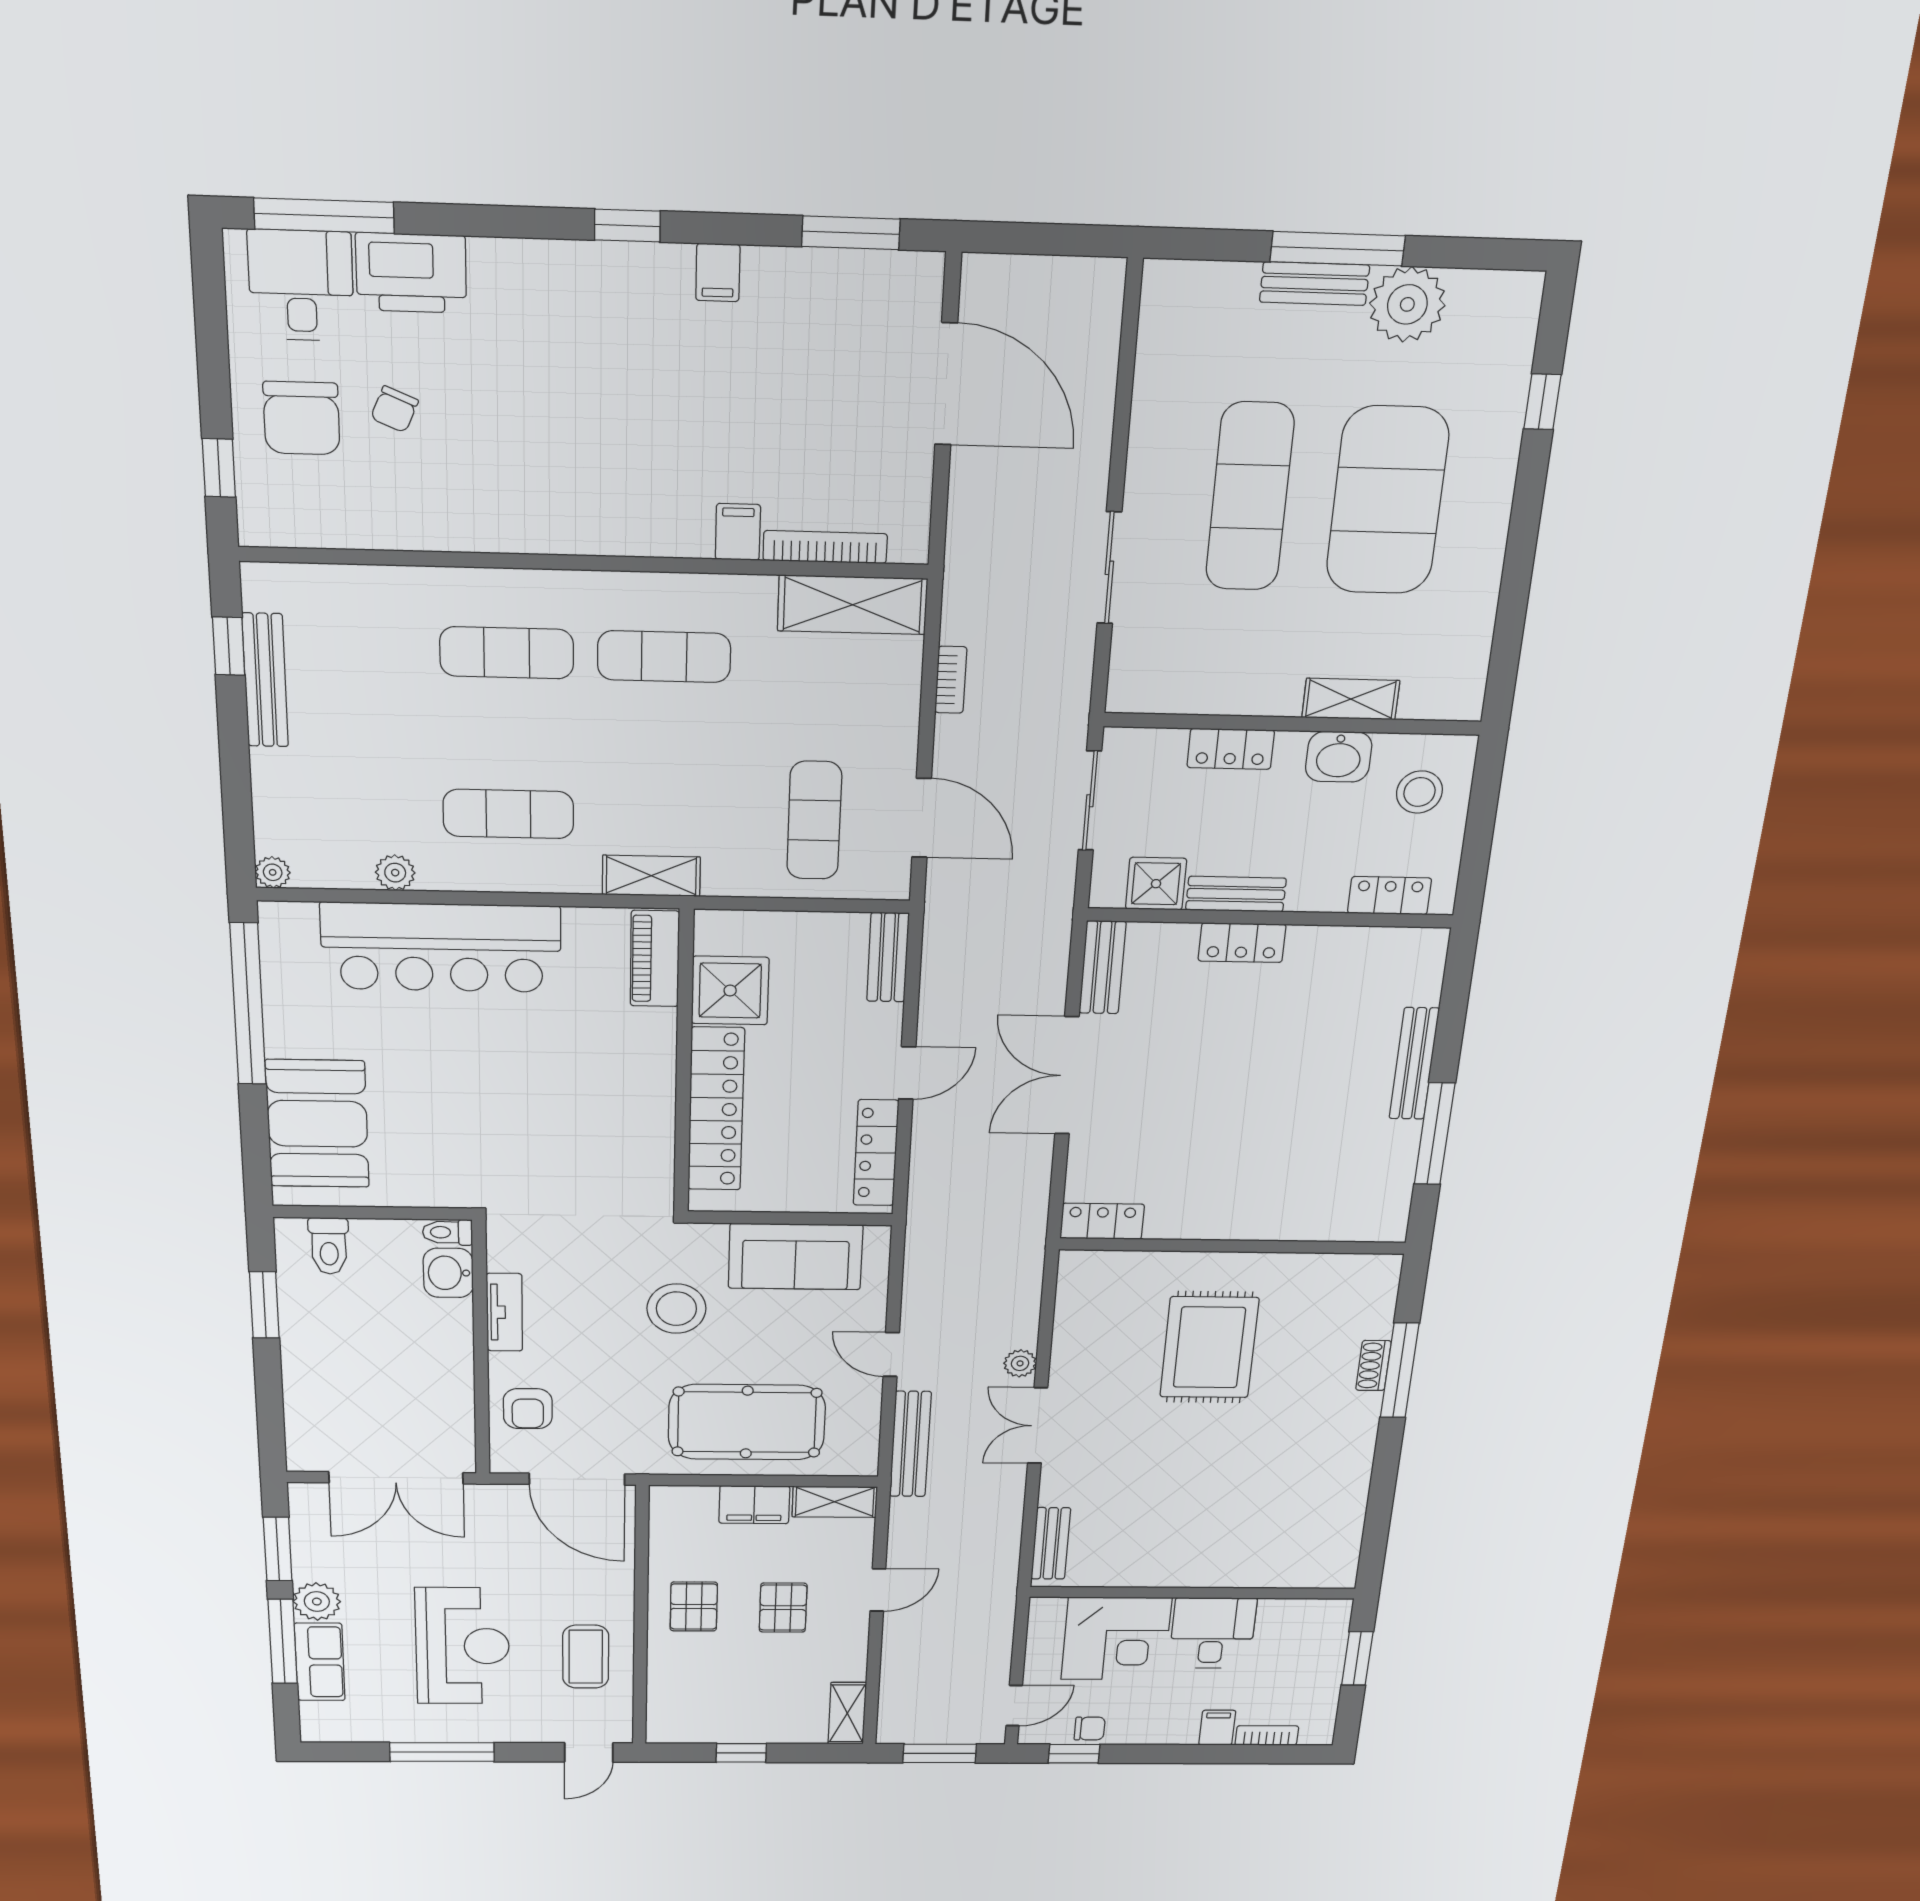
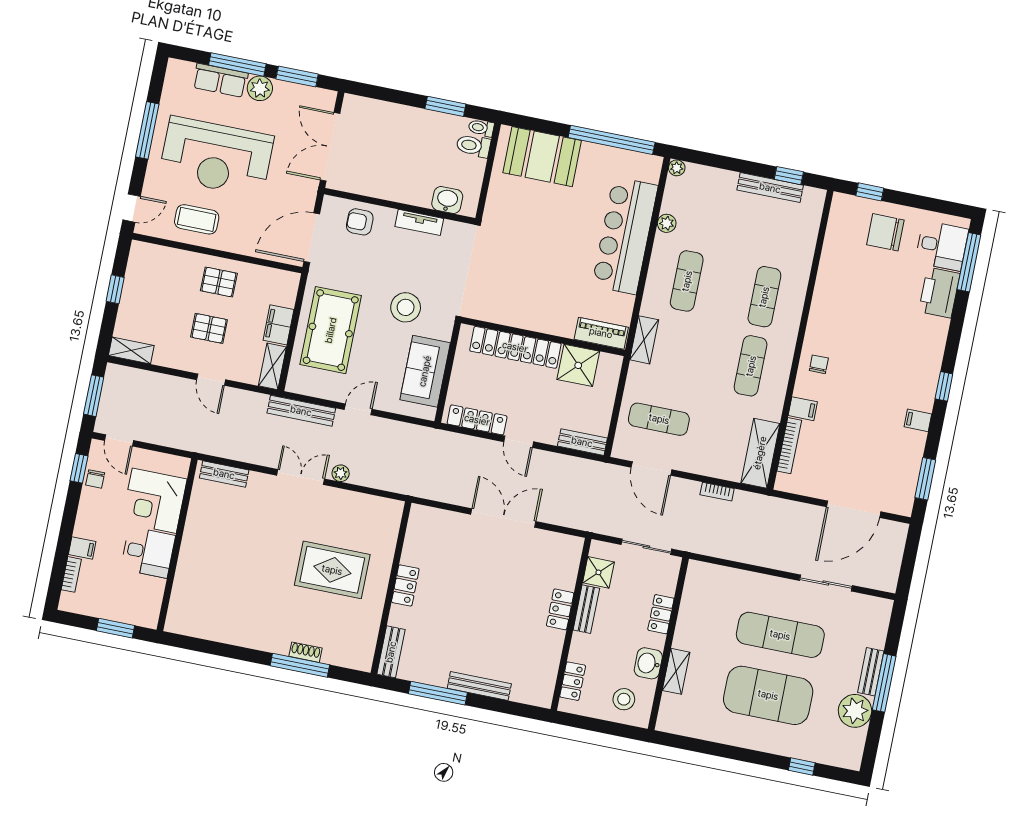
chair: (394, 409) -> (819, 364), moved, turned 67
sliding door: (1109, 568) -> (826, 583), moved
door: (922, 818) -> (651, 468), hinge flipped
bench: (1102, 967) -> (391, 652), moved, turned 90
locker: (1102, 1221) -> (405, 585), moved
toilet: (447, 1232) -> (481, 128), moved, turned -90
reception desk: (463, 1646) -> (216, 157), width x1.36, depth x1.30
door: (589, 1752) -> (132, 208), swing flipped

